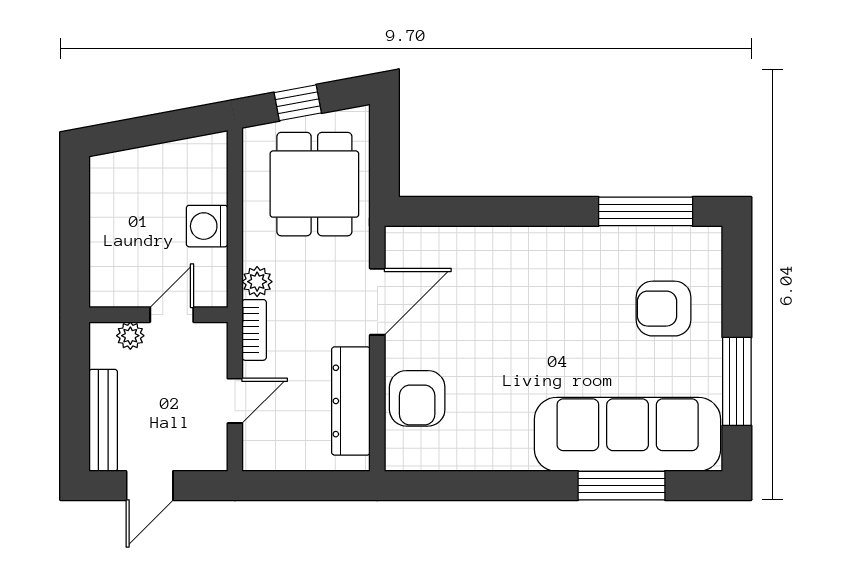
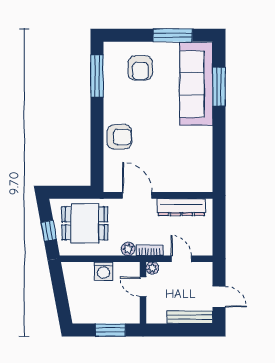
window: (75, 241) -> (110, 330), added
plant: (130, 336) -> (152, 268), moved
armchair: (417, 398) -> (119, 137), moved

